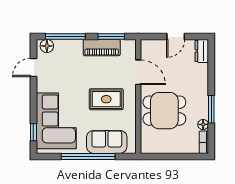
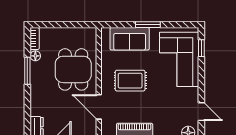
door: (33, 67) -> (201, 112), hinge flipped
dining table: (164, 111) -> (73, 69), turned 90
window: (88, 156) -> (148, 25), width x0.47

